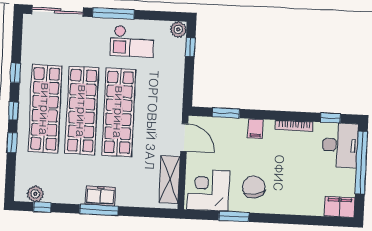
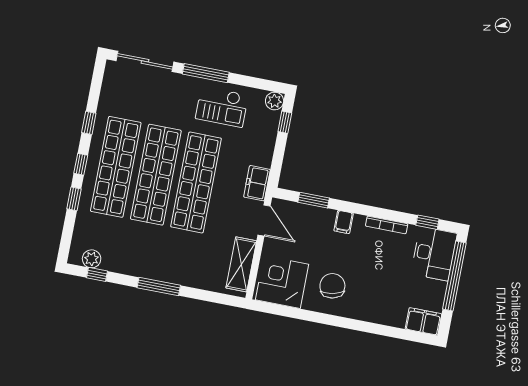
freezer: (100, 196) -> (257, 183), moved, turned -90
window: (234, 217) -> (306, 315), removed

